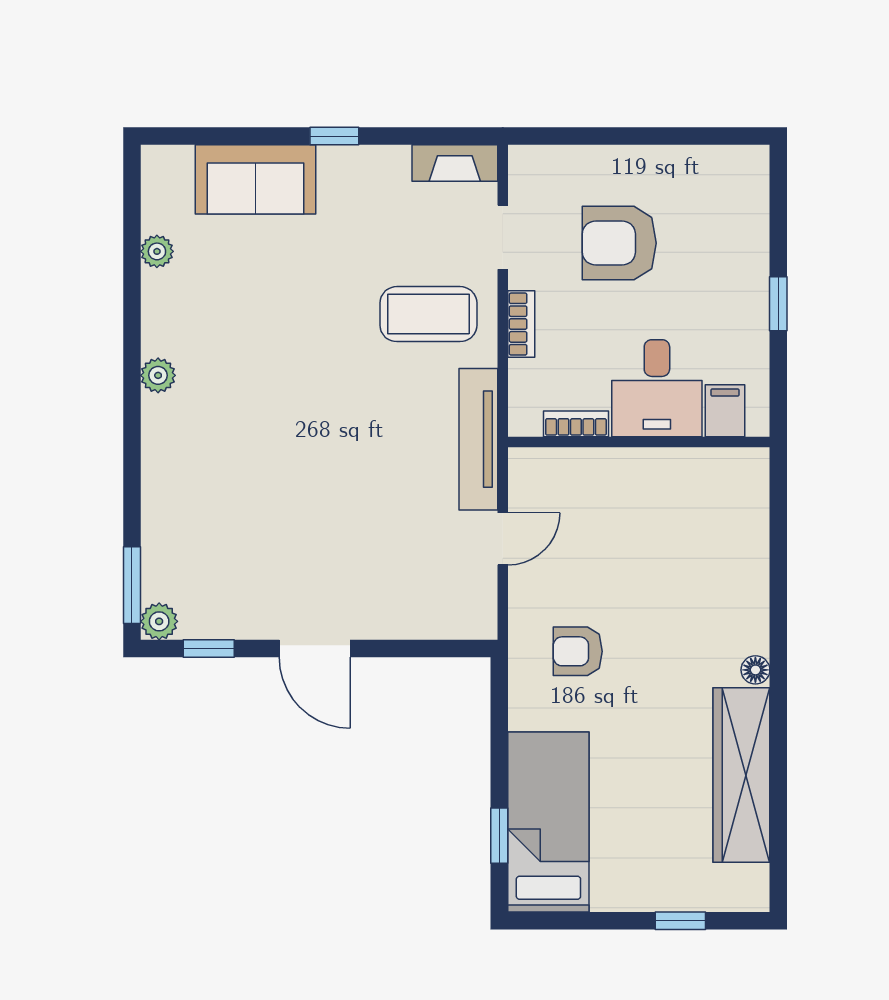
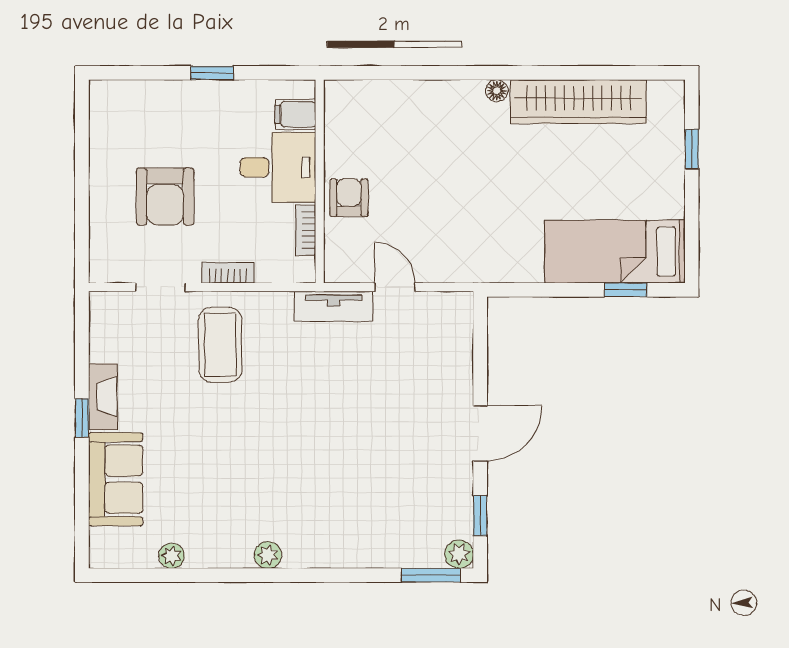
fireplace: (455, 163) -> (103, 397), moved
tv unit: (478, 439) -> (333, 306), width x0.71
armchair: (578, 651) -> (349, 198), moved, turned 180

